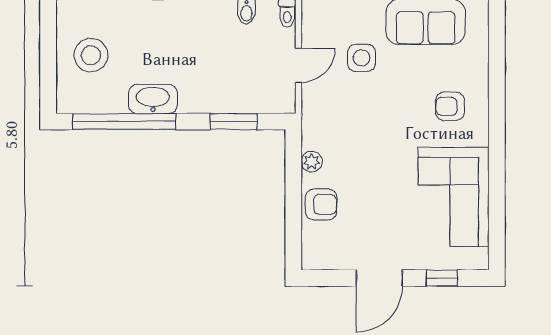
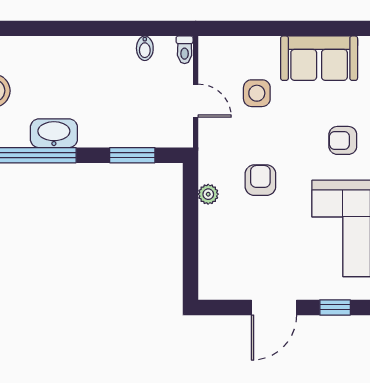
door: (299, 65) -> (196, 101), hinge flipped
armchair: (321, 204) -> (260, 180), moved, turned -90

